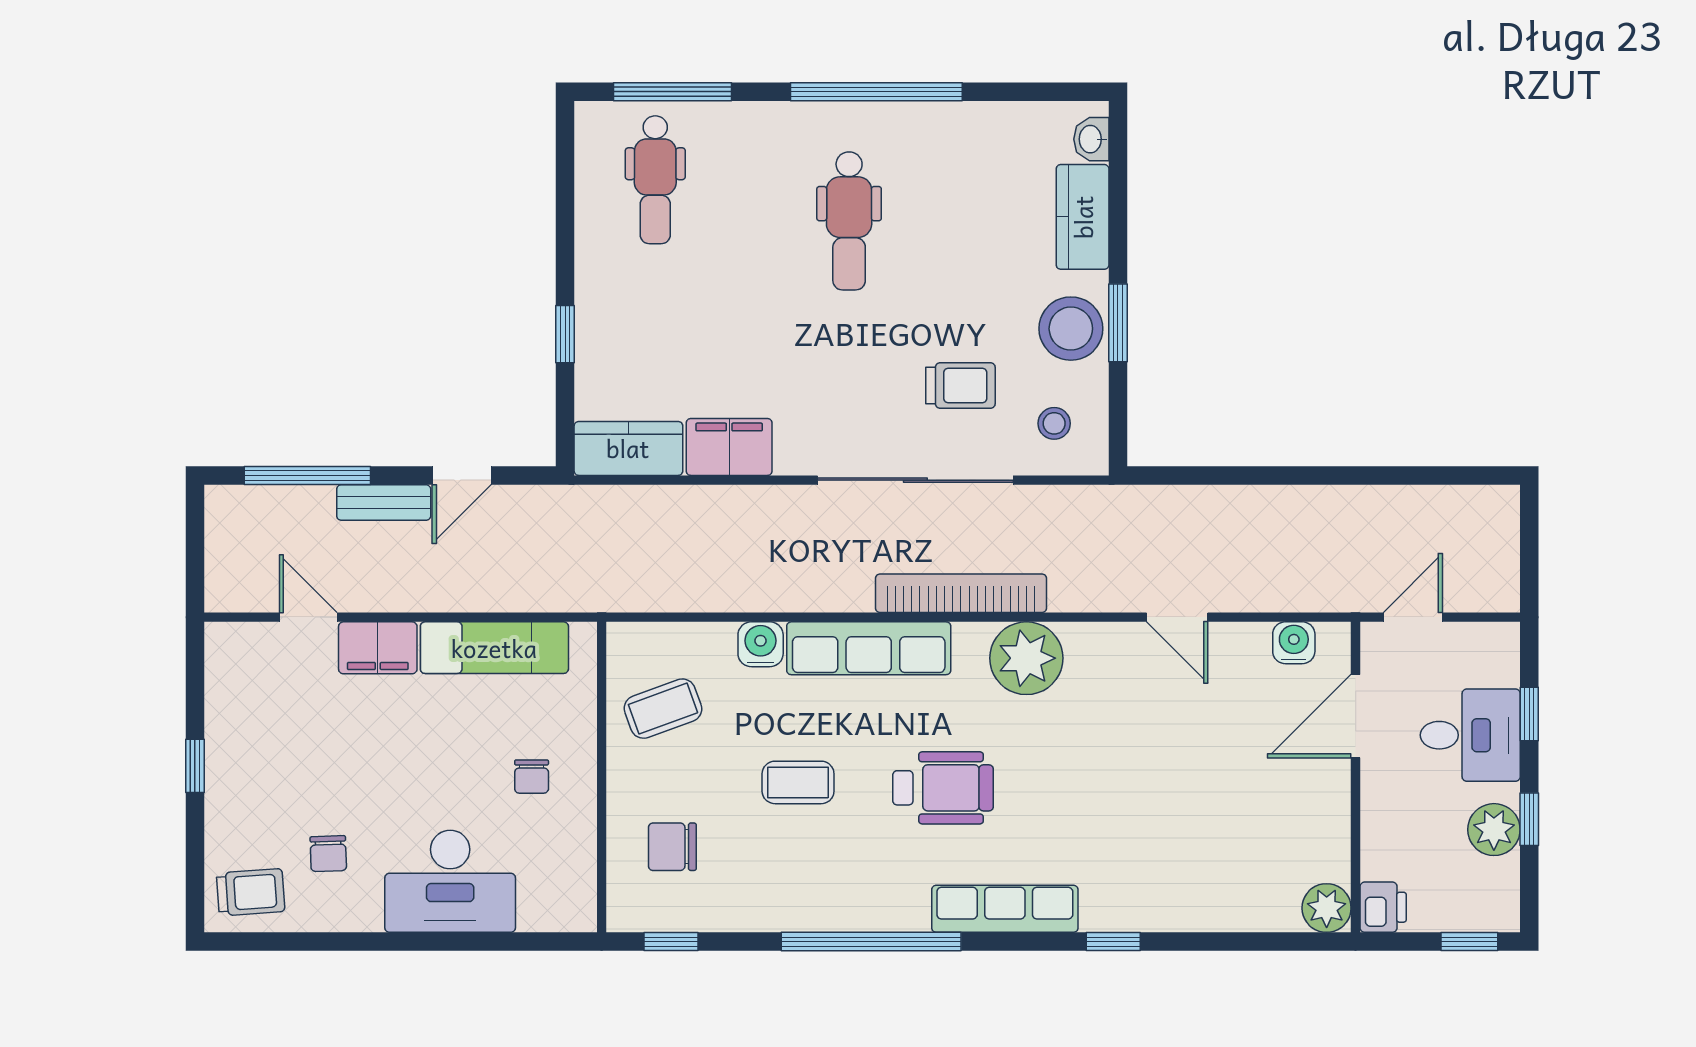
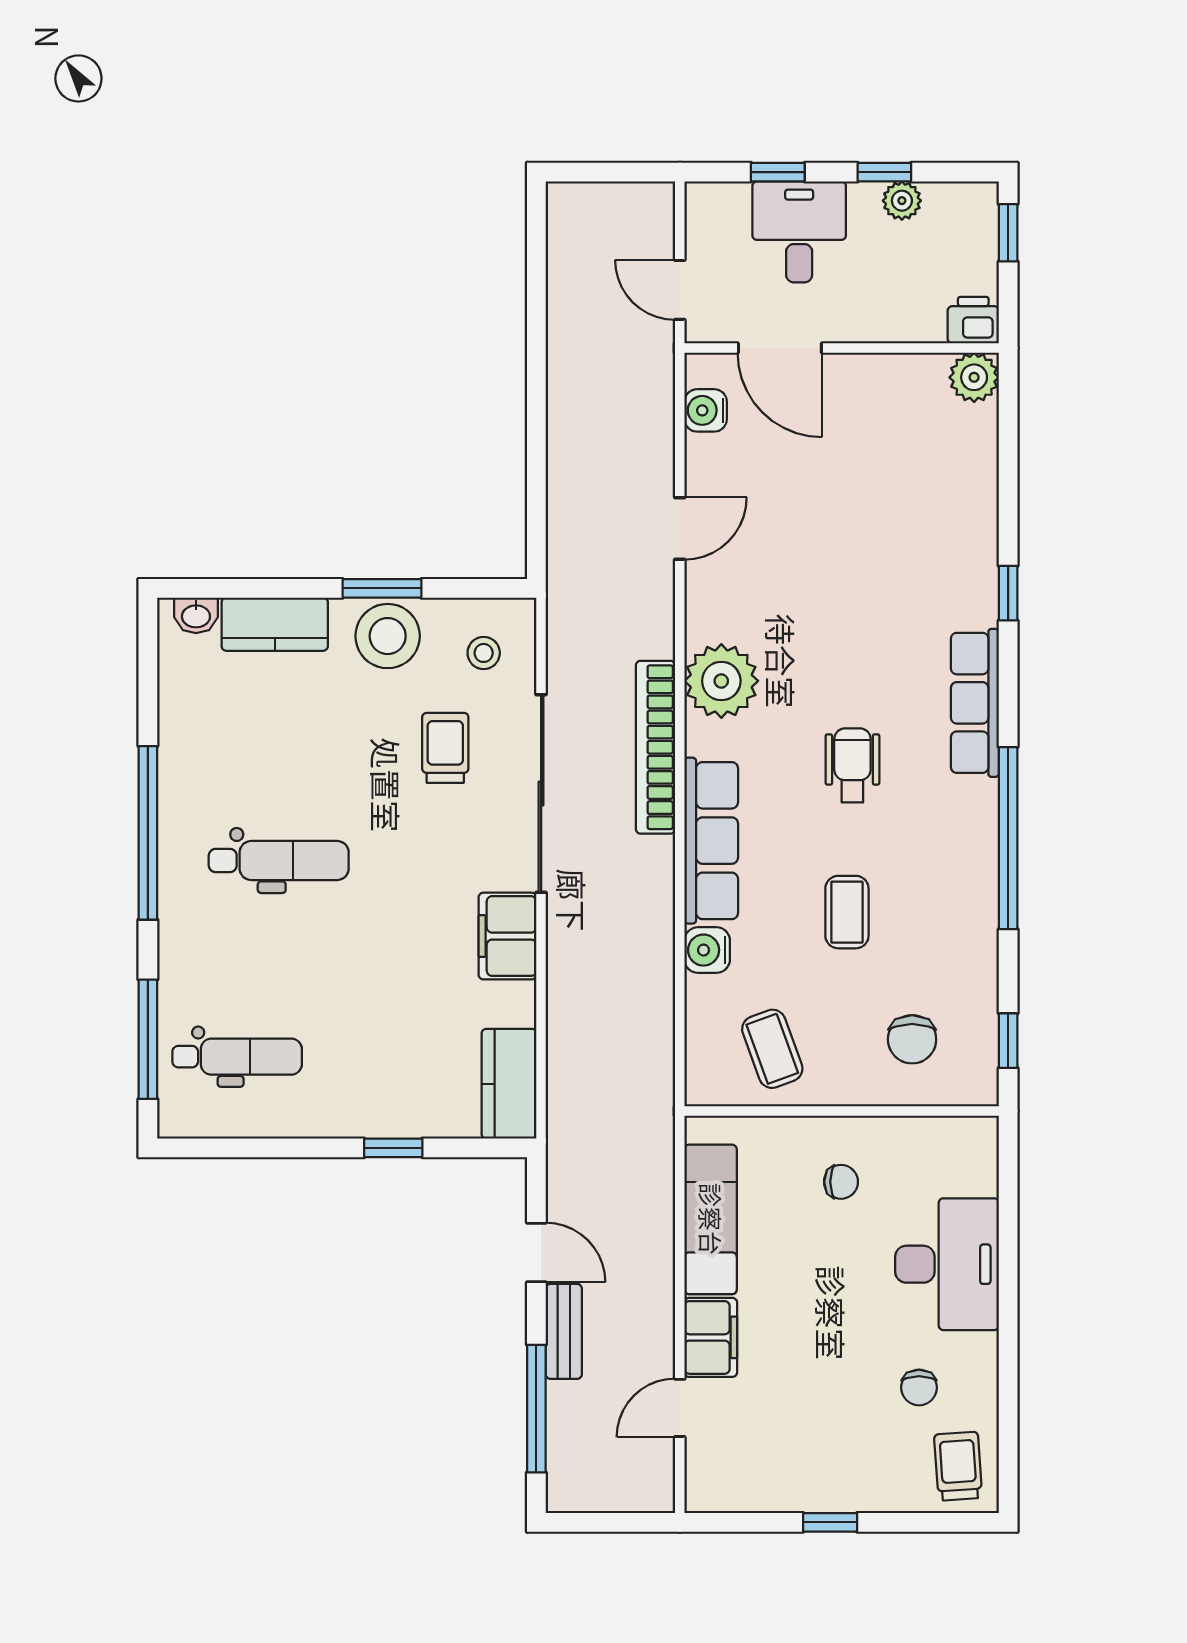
filing cabinet: (729, 447) -> (507, 936), moved
wheelchair: (943, 788) -> (852, 765), width x0.73, depth x0.73
plant: (1494, 830) -> (902, 201), width x0.73, depth x0.73
chair: (328, 854) -> (919, 1388), turned 92

